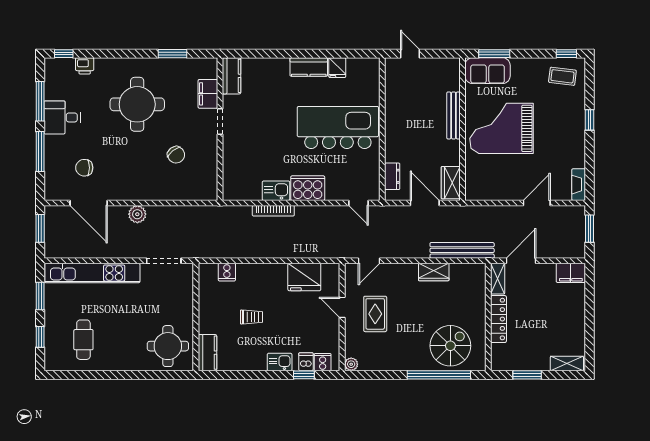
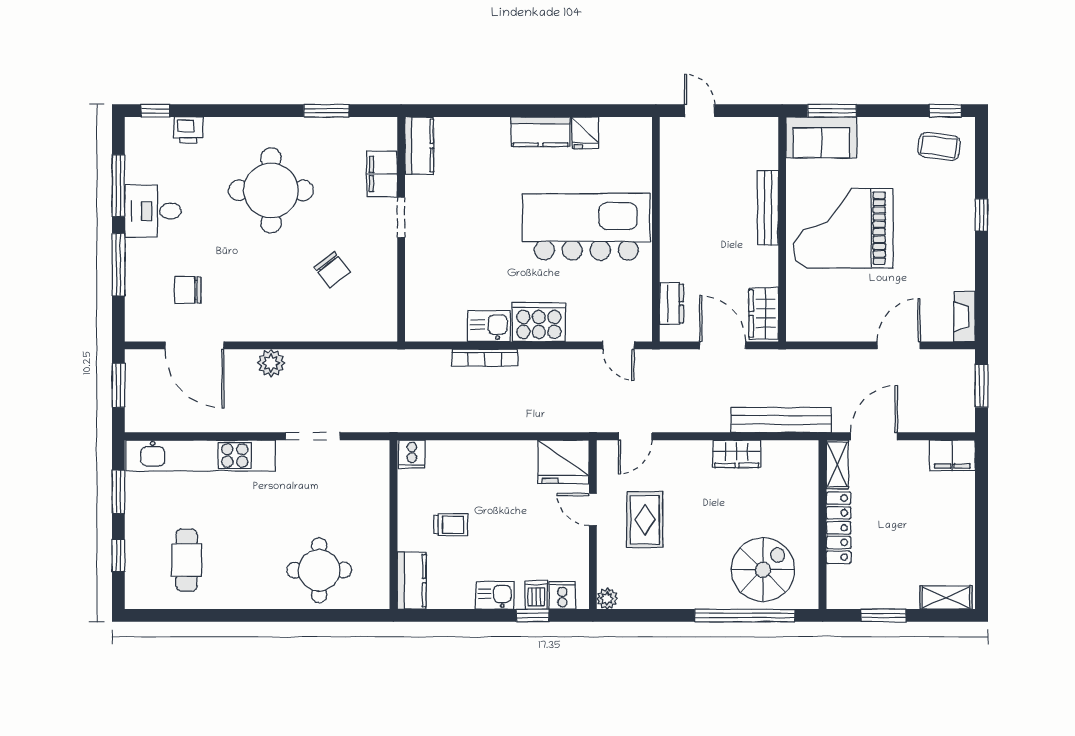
fridge: (304, 277) -> (563, 462), moved
wall: (196, 317) -> (393, 525), moved
kitchen counter: (207, 353) -> (412, 581), moved

